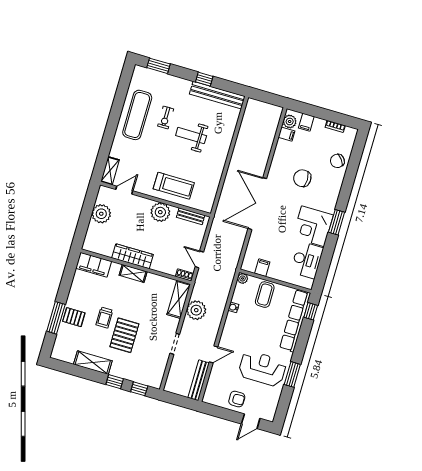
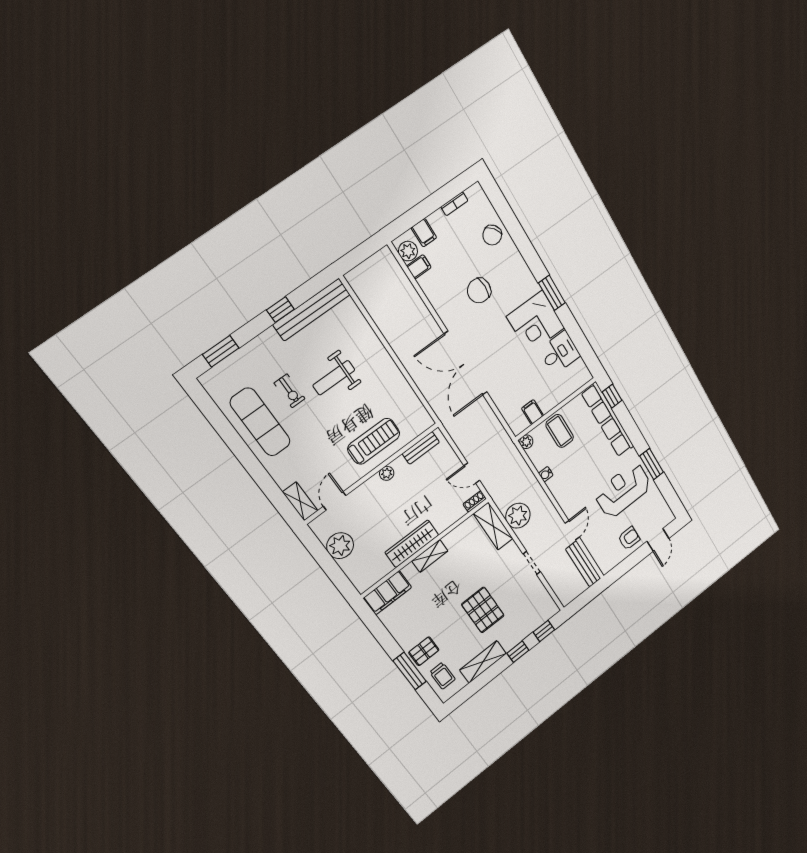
plant: (160, 212) -> (387, 473), width x0.53, depth x0.53
desk: (307, 260) -> (560, 353), width x0.73
trolley: (104, 318) -> (442, 676), moved

